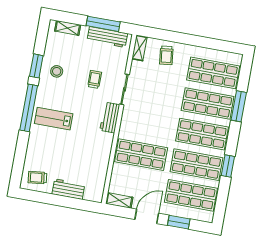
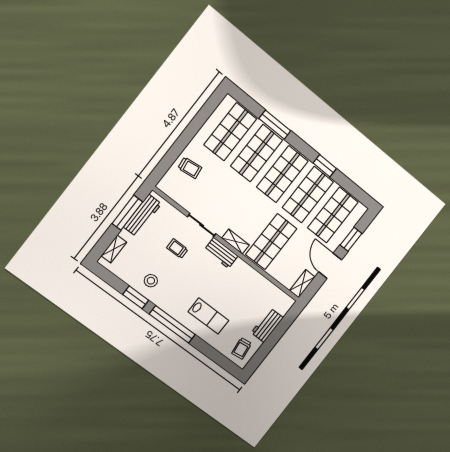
shelving: (139, 48) -> (236, 242), moved
lab bench: (54, 119) -> (208, 316), moved, turned -90

